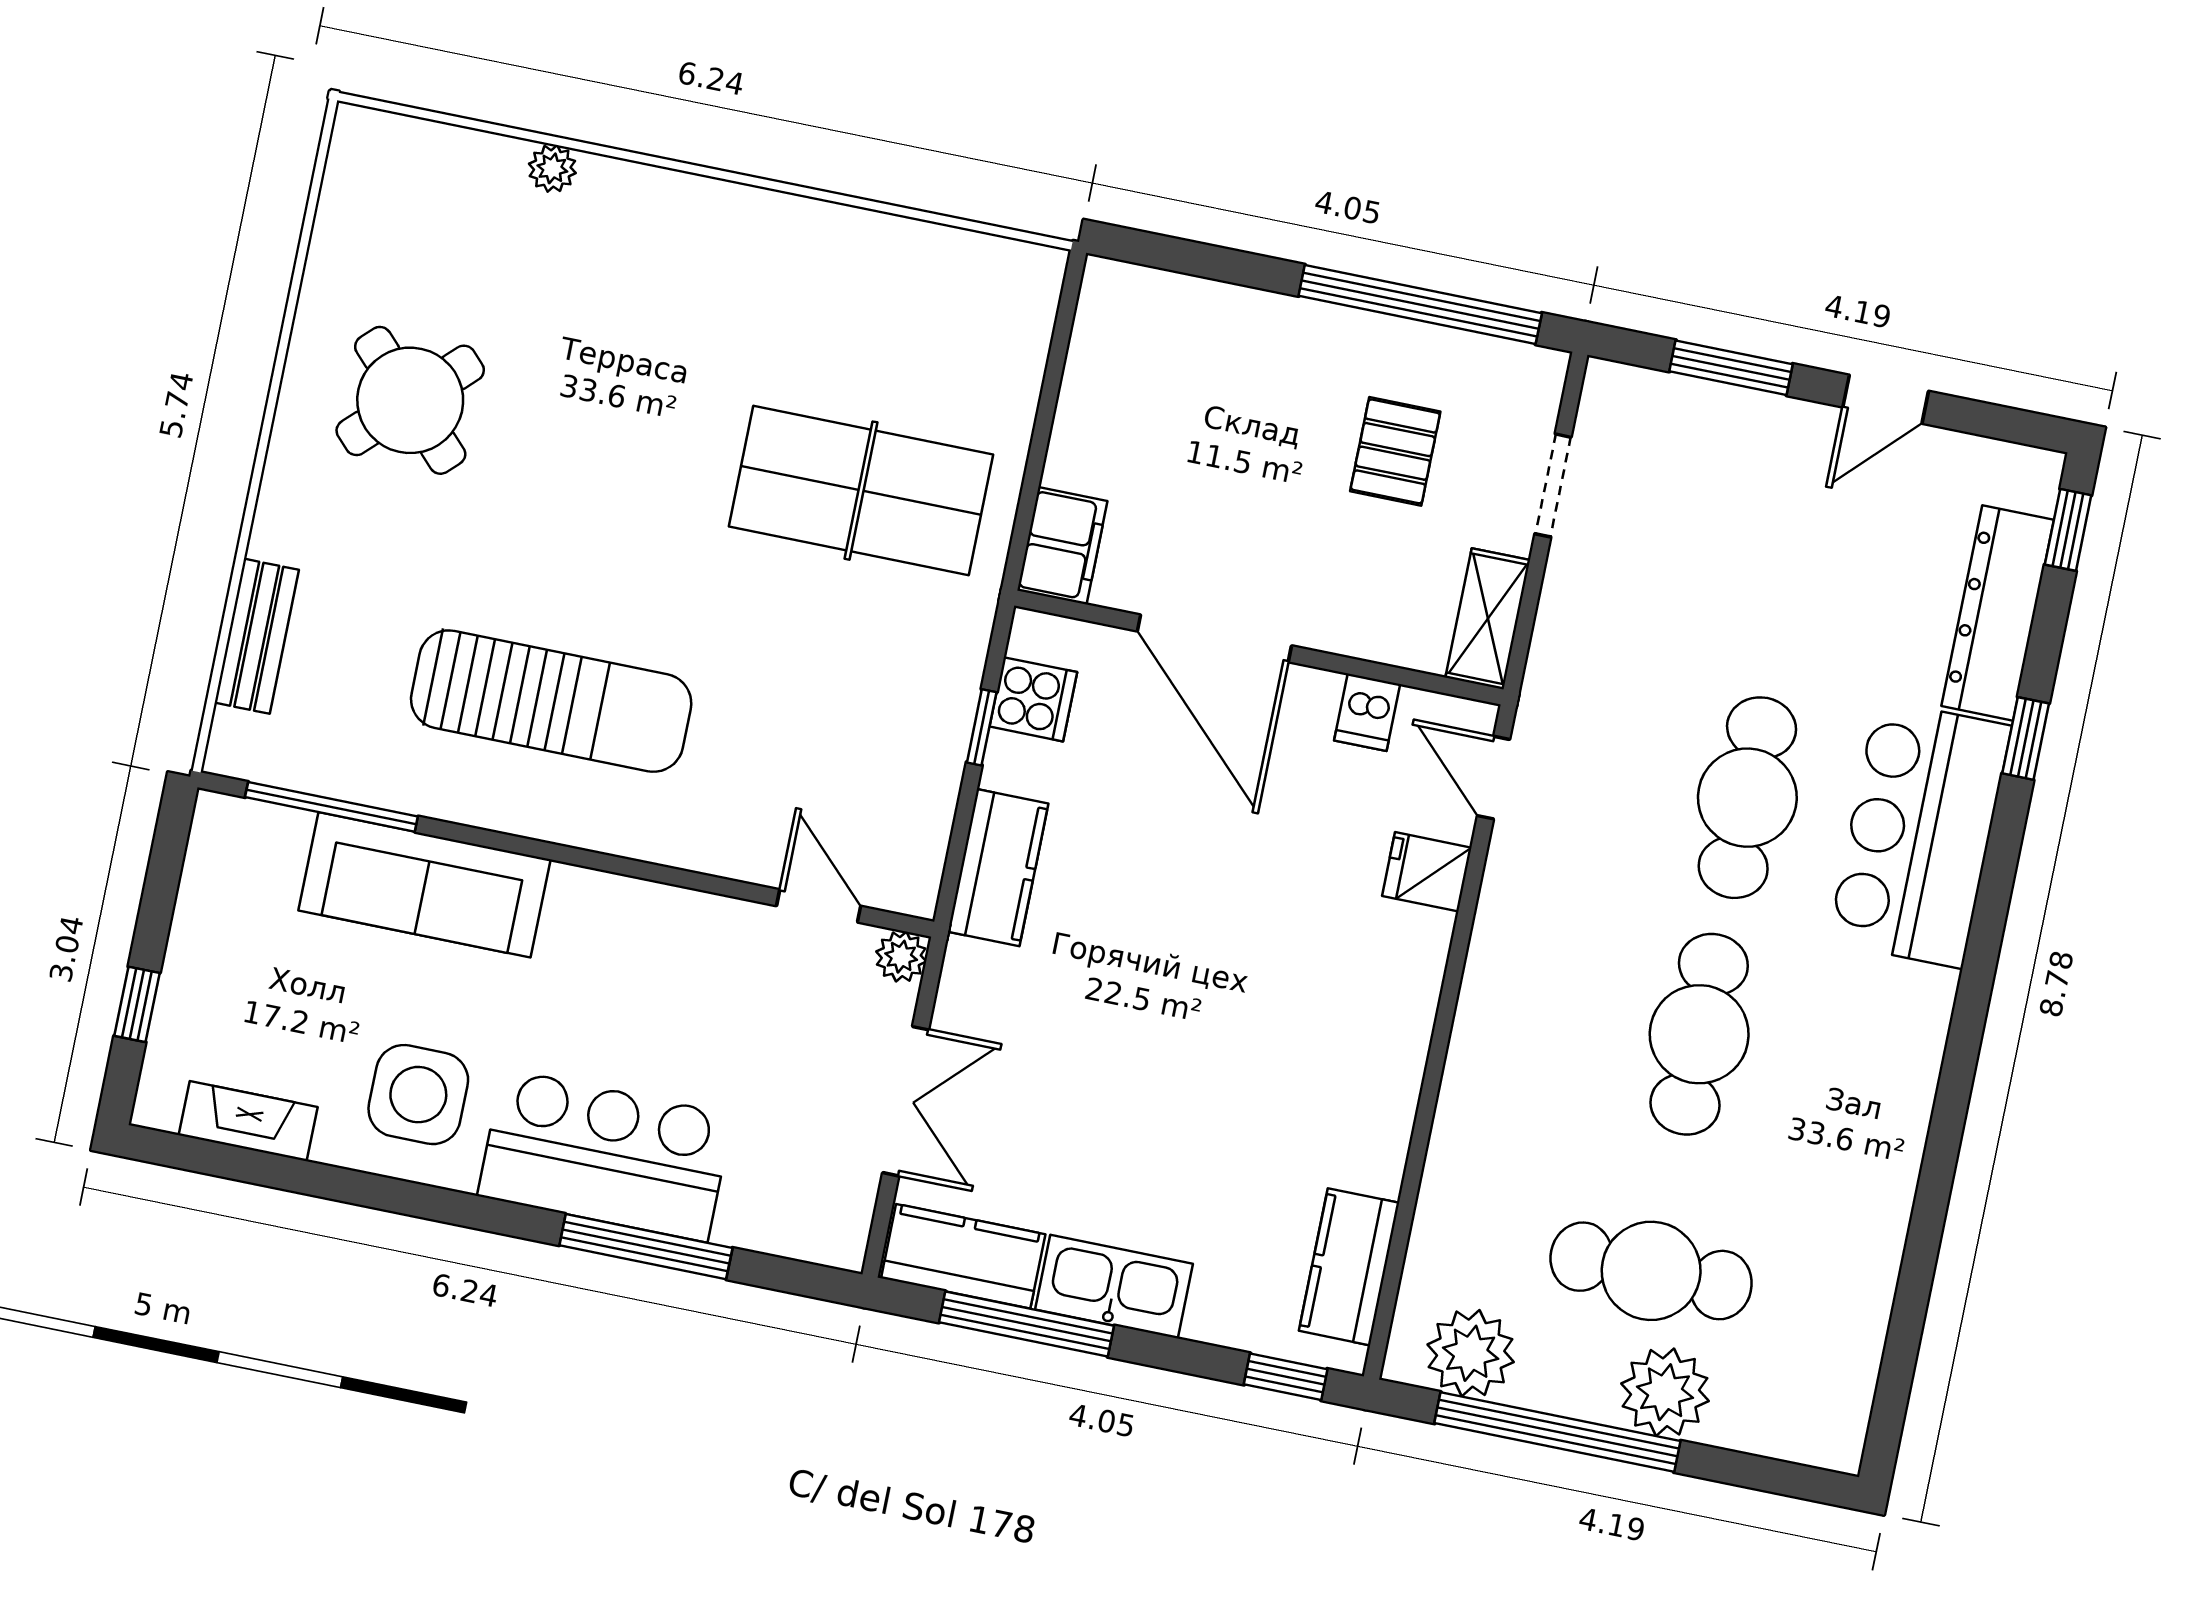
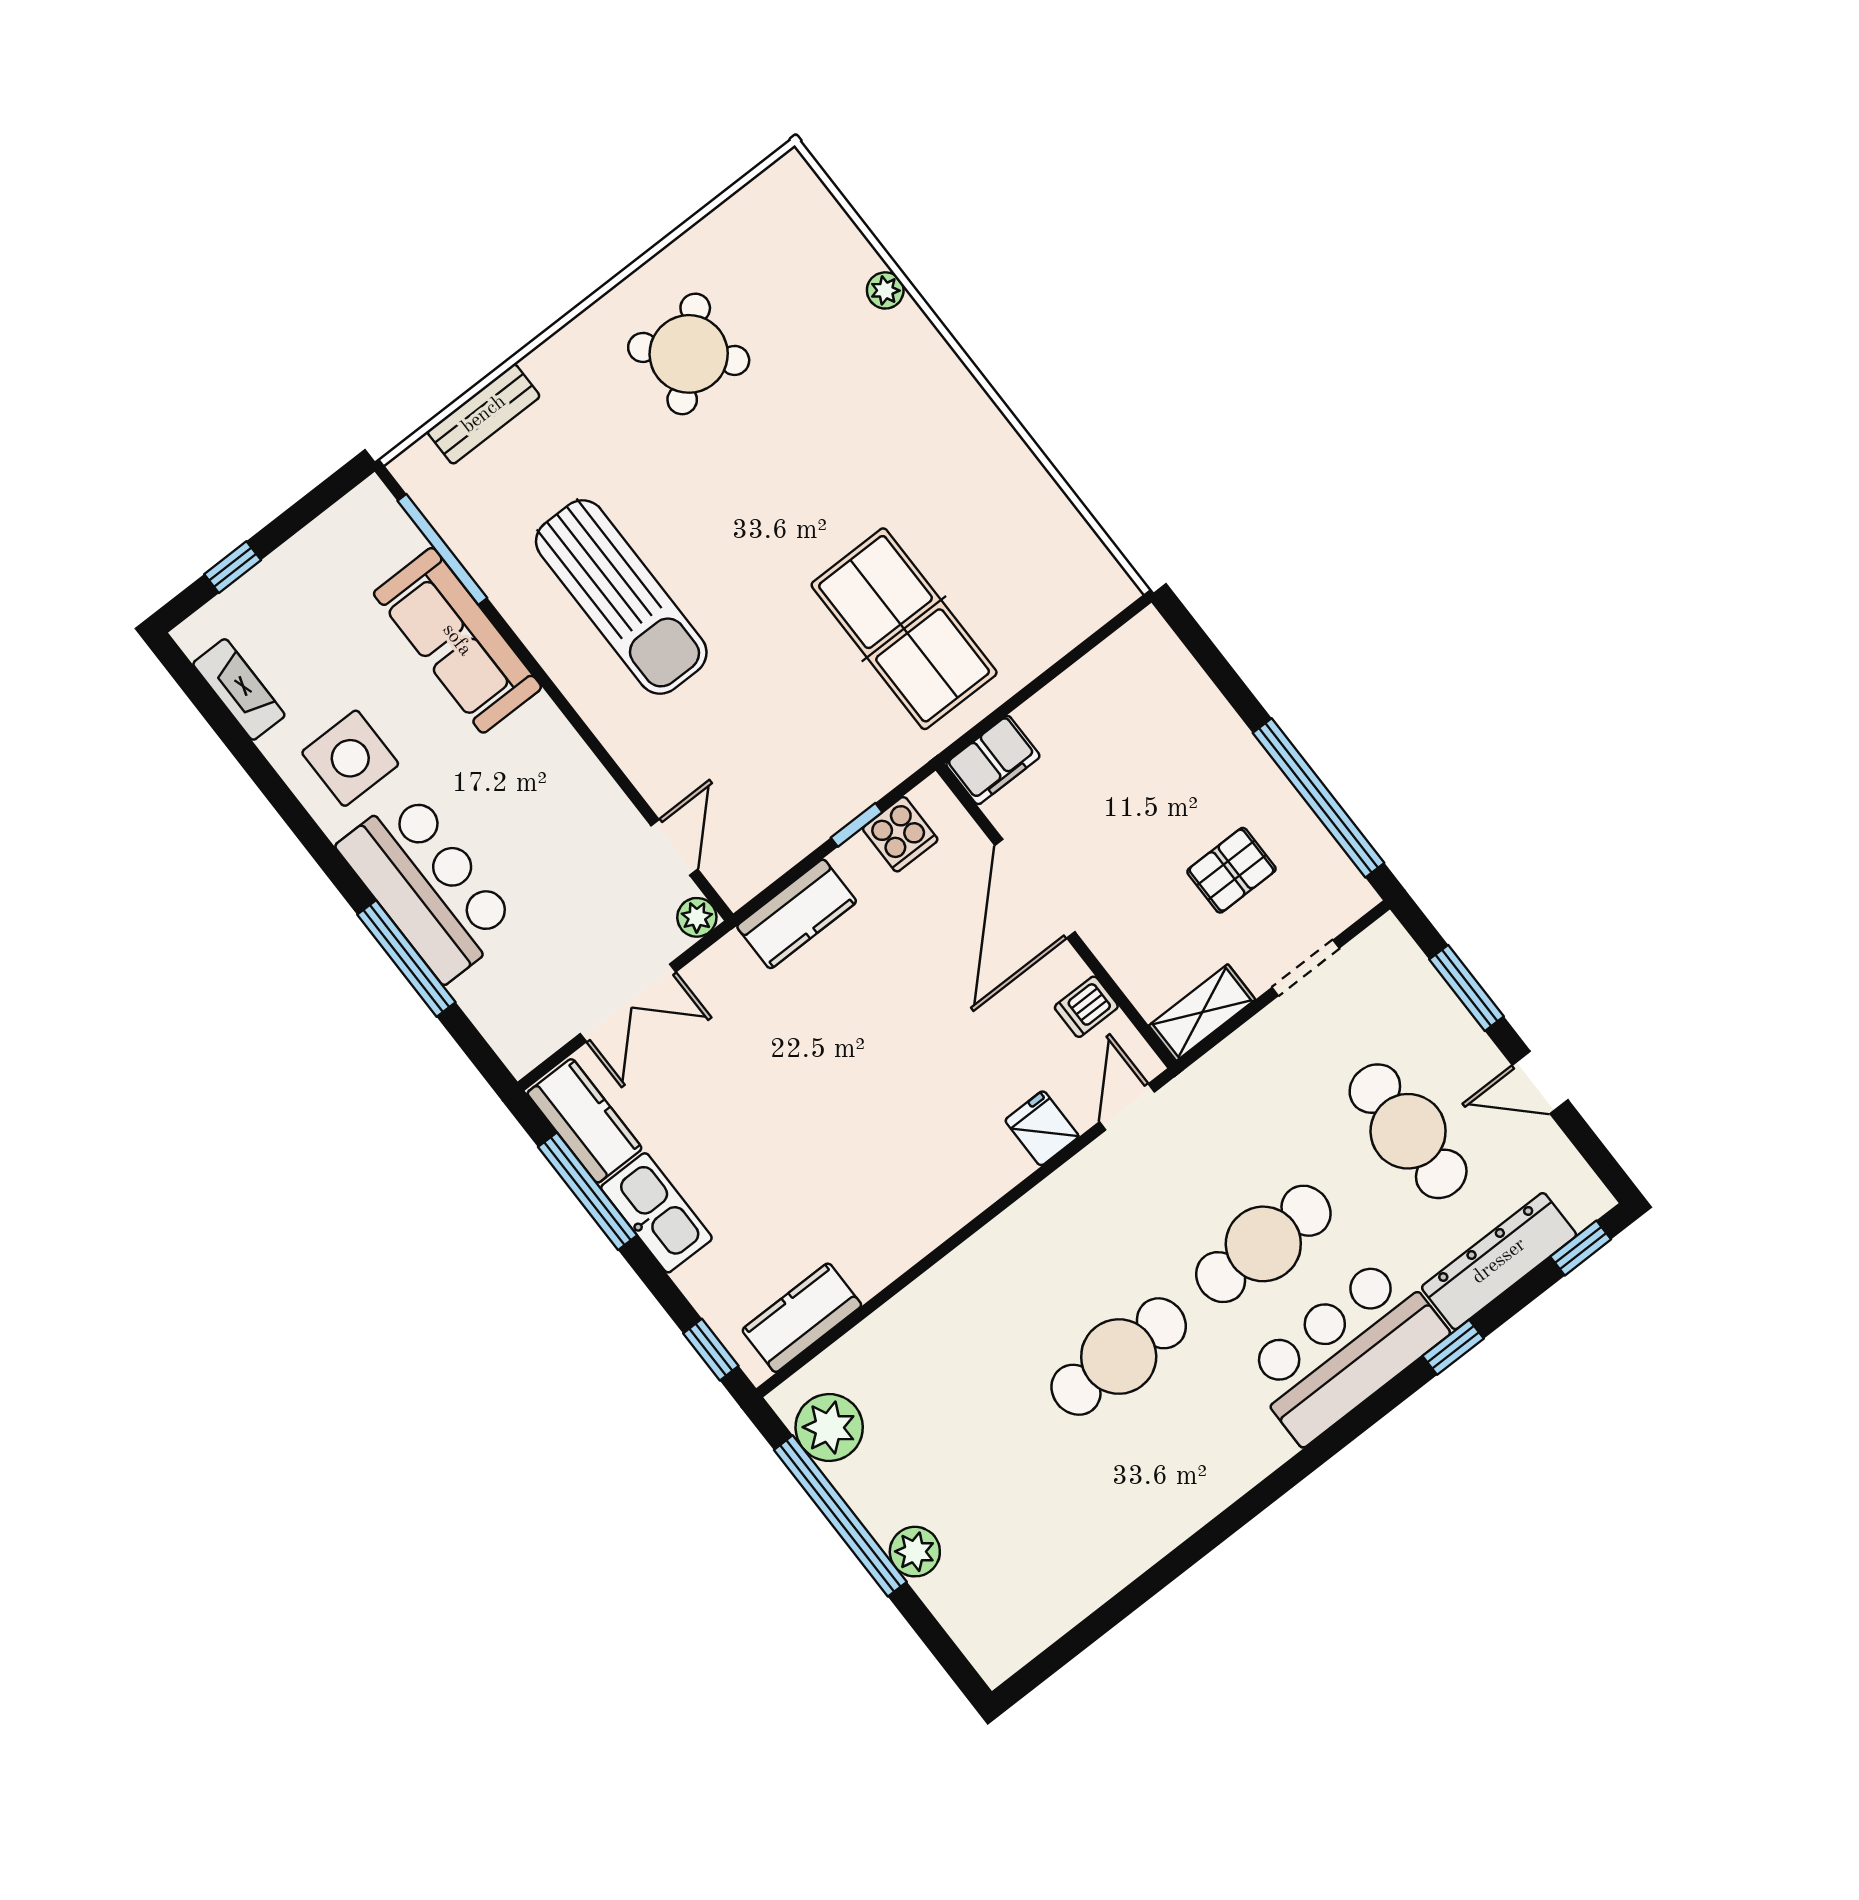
cafe table: (1651, 1271) -> (1408, 1131), moved
plant: (1665, 1392) -> (915, 1552), width x0.73, depth x0.73

